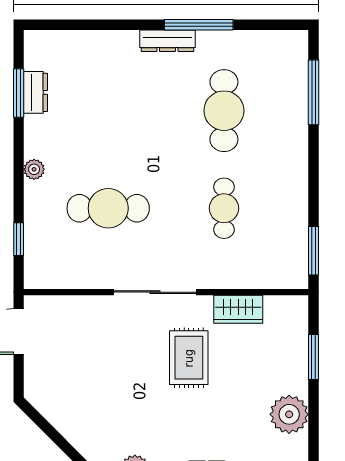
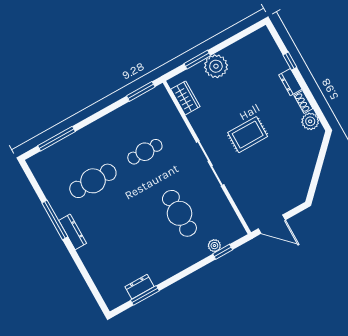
plant: (34, 169) -> (214, 246), moved
wardrobe: (238, 309) -> (185, 98), moved
rug: (189, 358) -> (248, 135), moved
plant: (289, 414) -> (216, 66), moved

